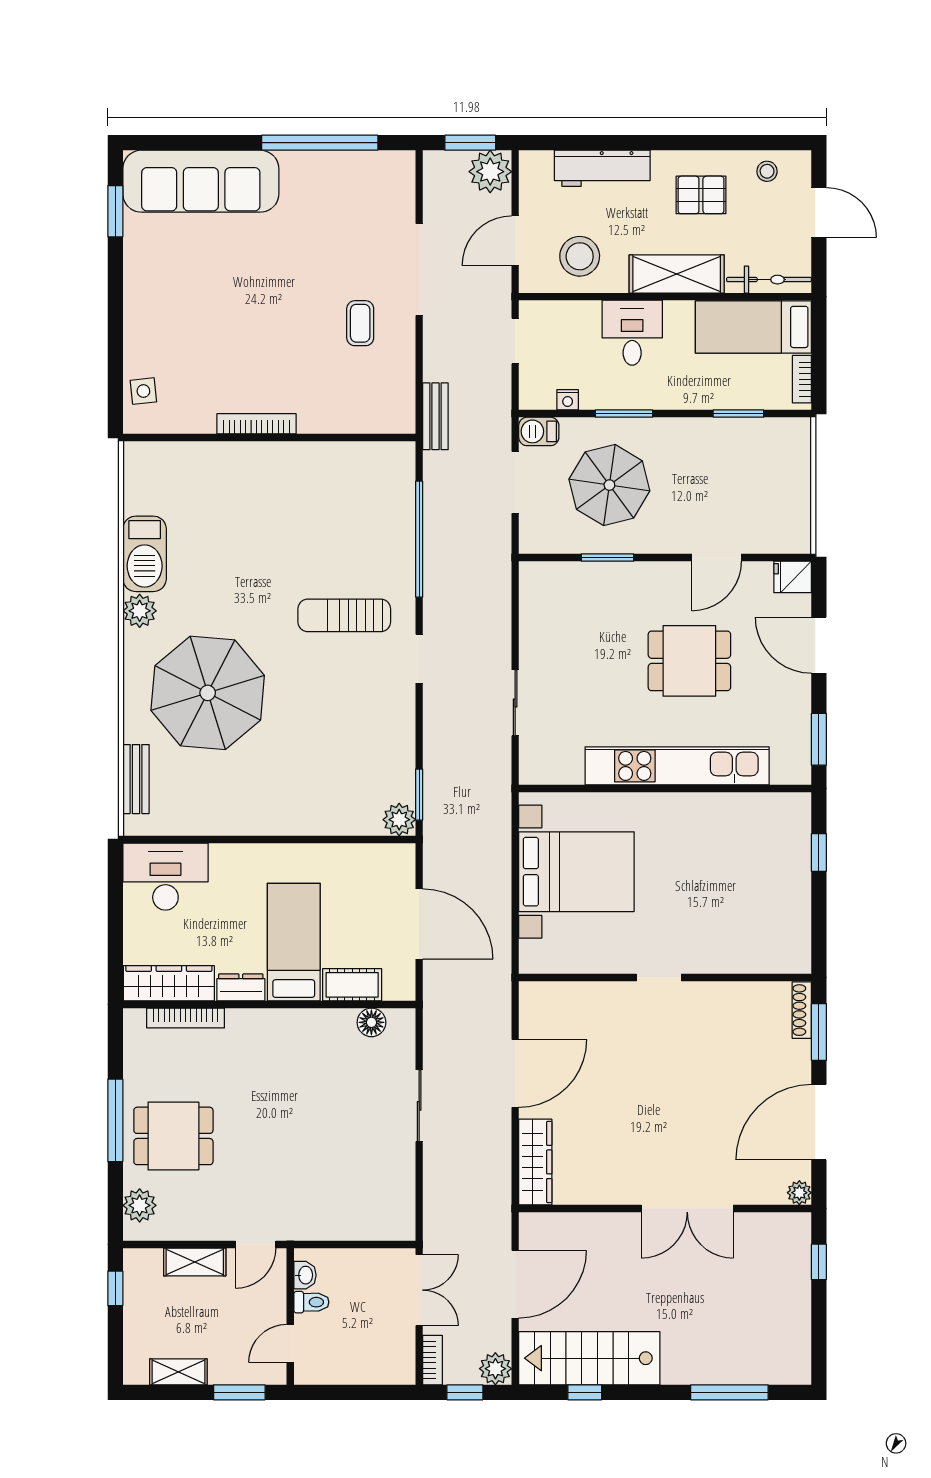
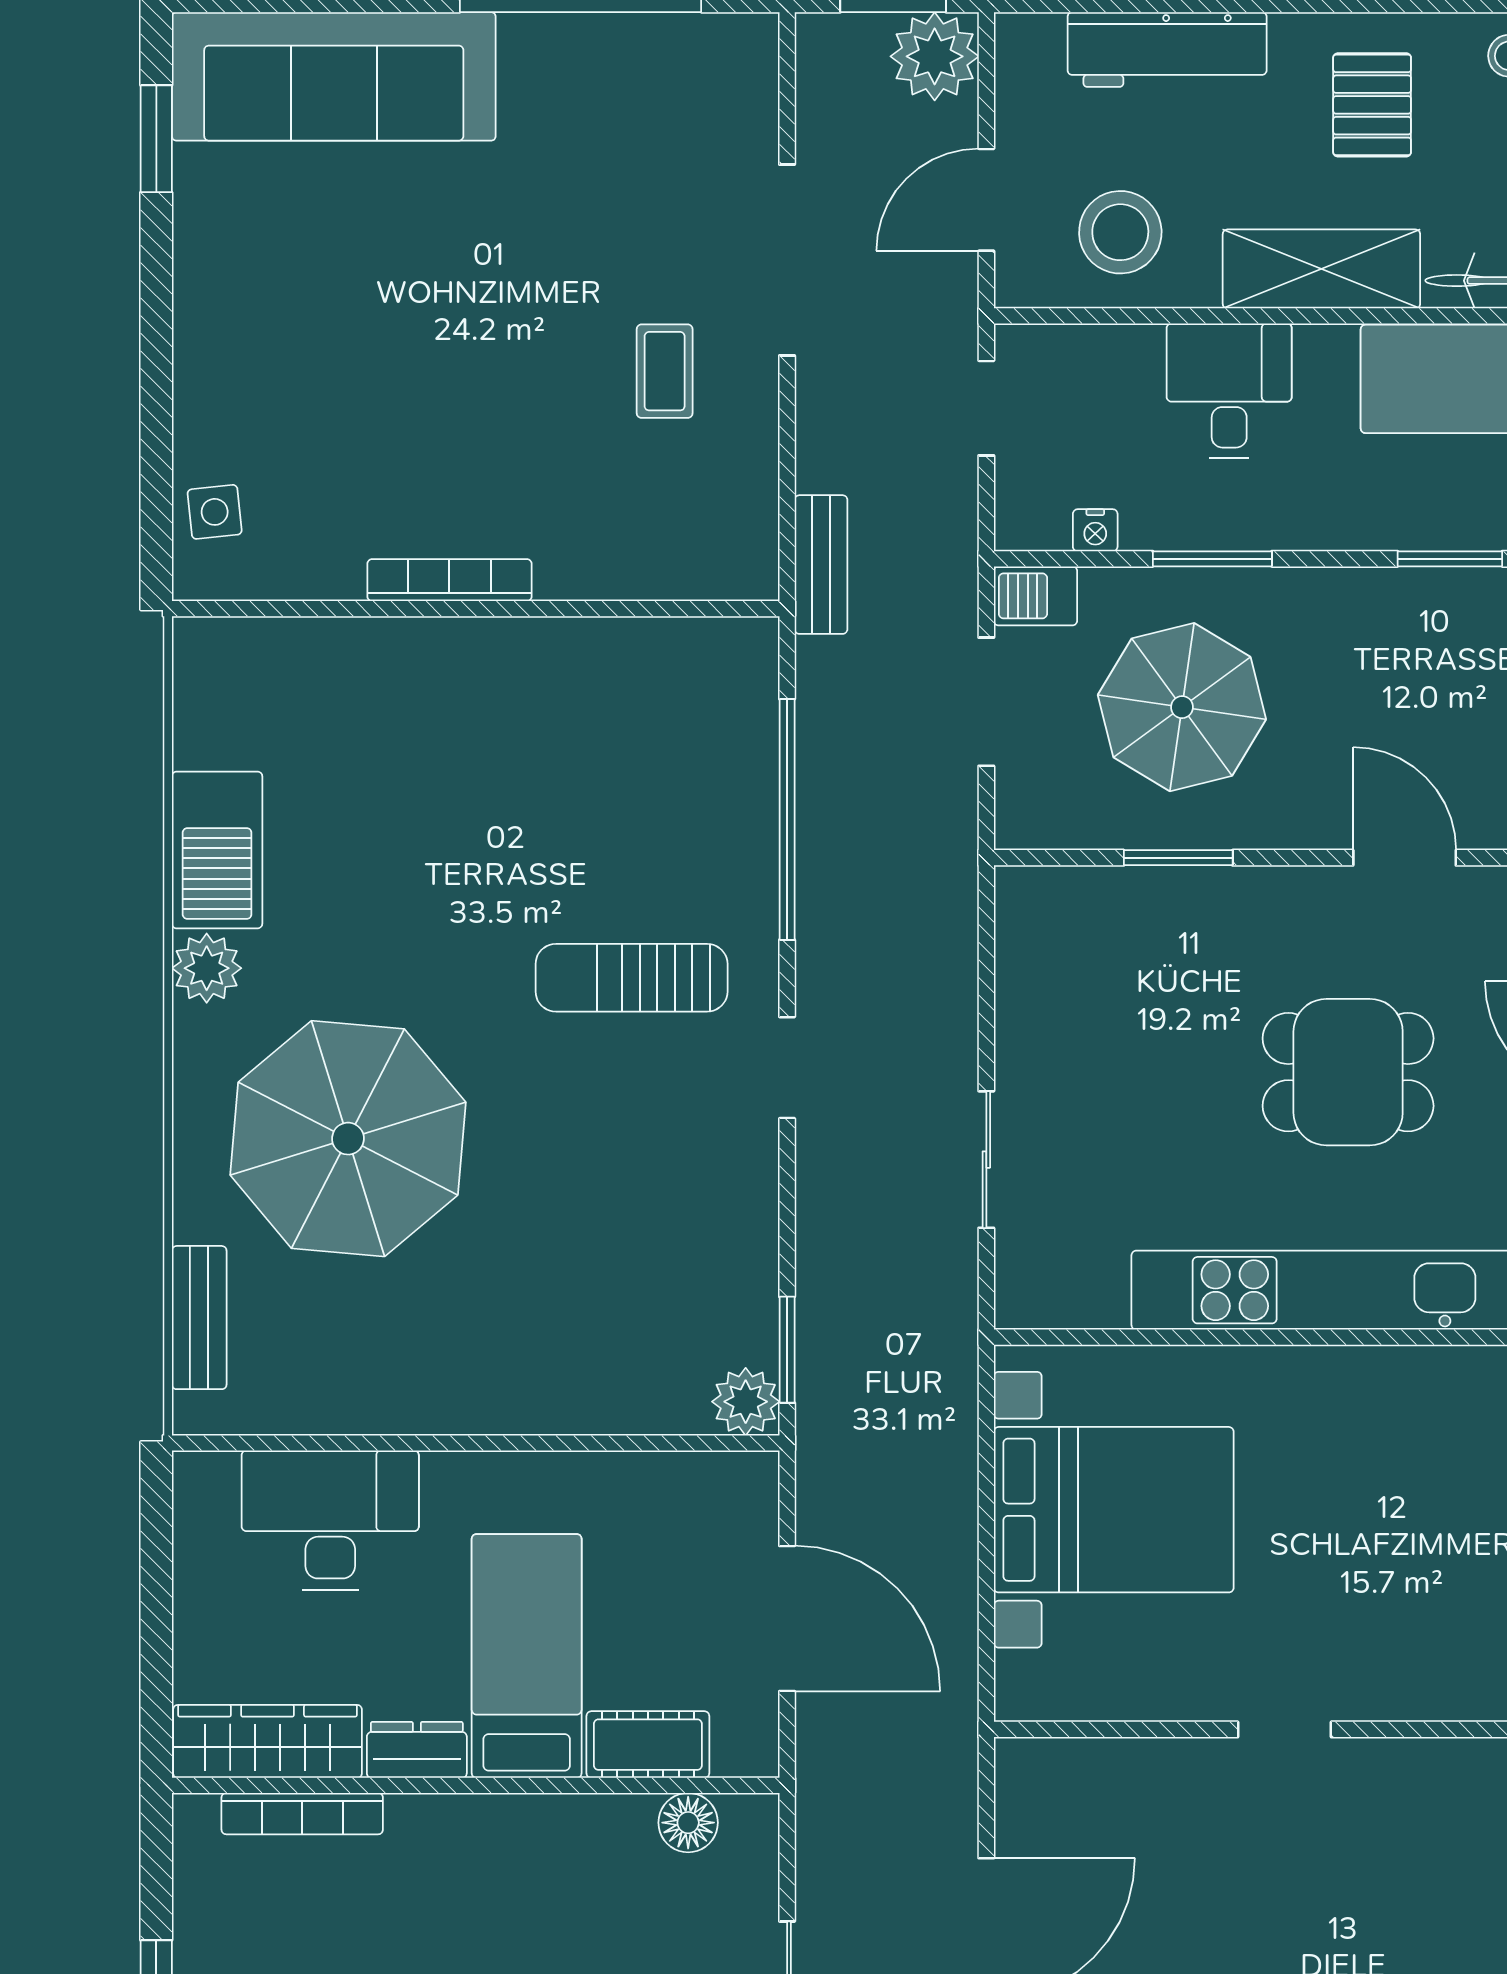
pallet: (701, 195) -> (1372, 105), turned 90
door: (717, 558) -> (1405, 858), swing flipped
desk: (165, 877) -> (330, 1520), moved

